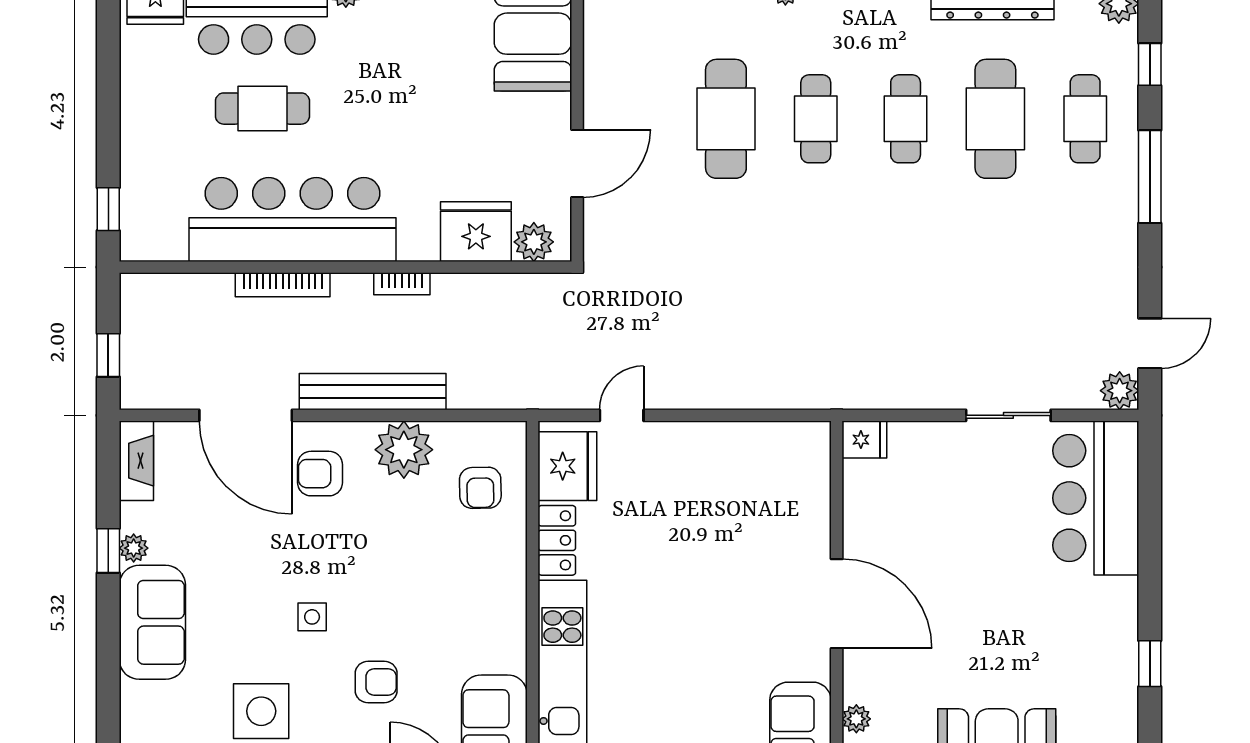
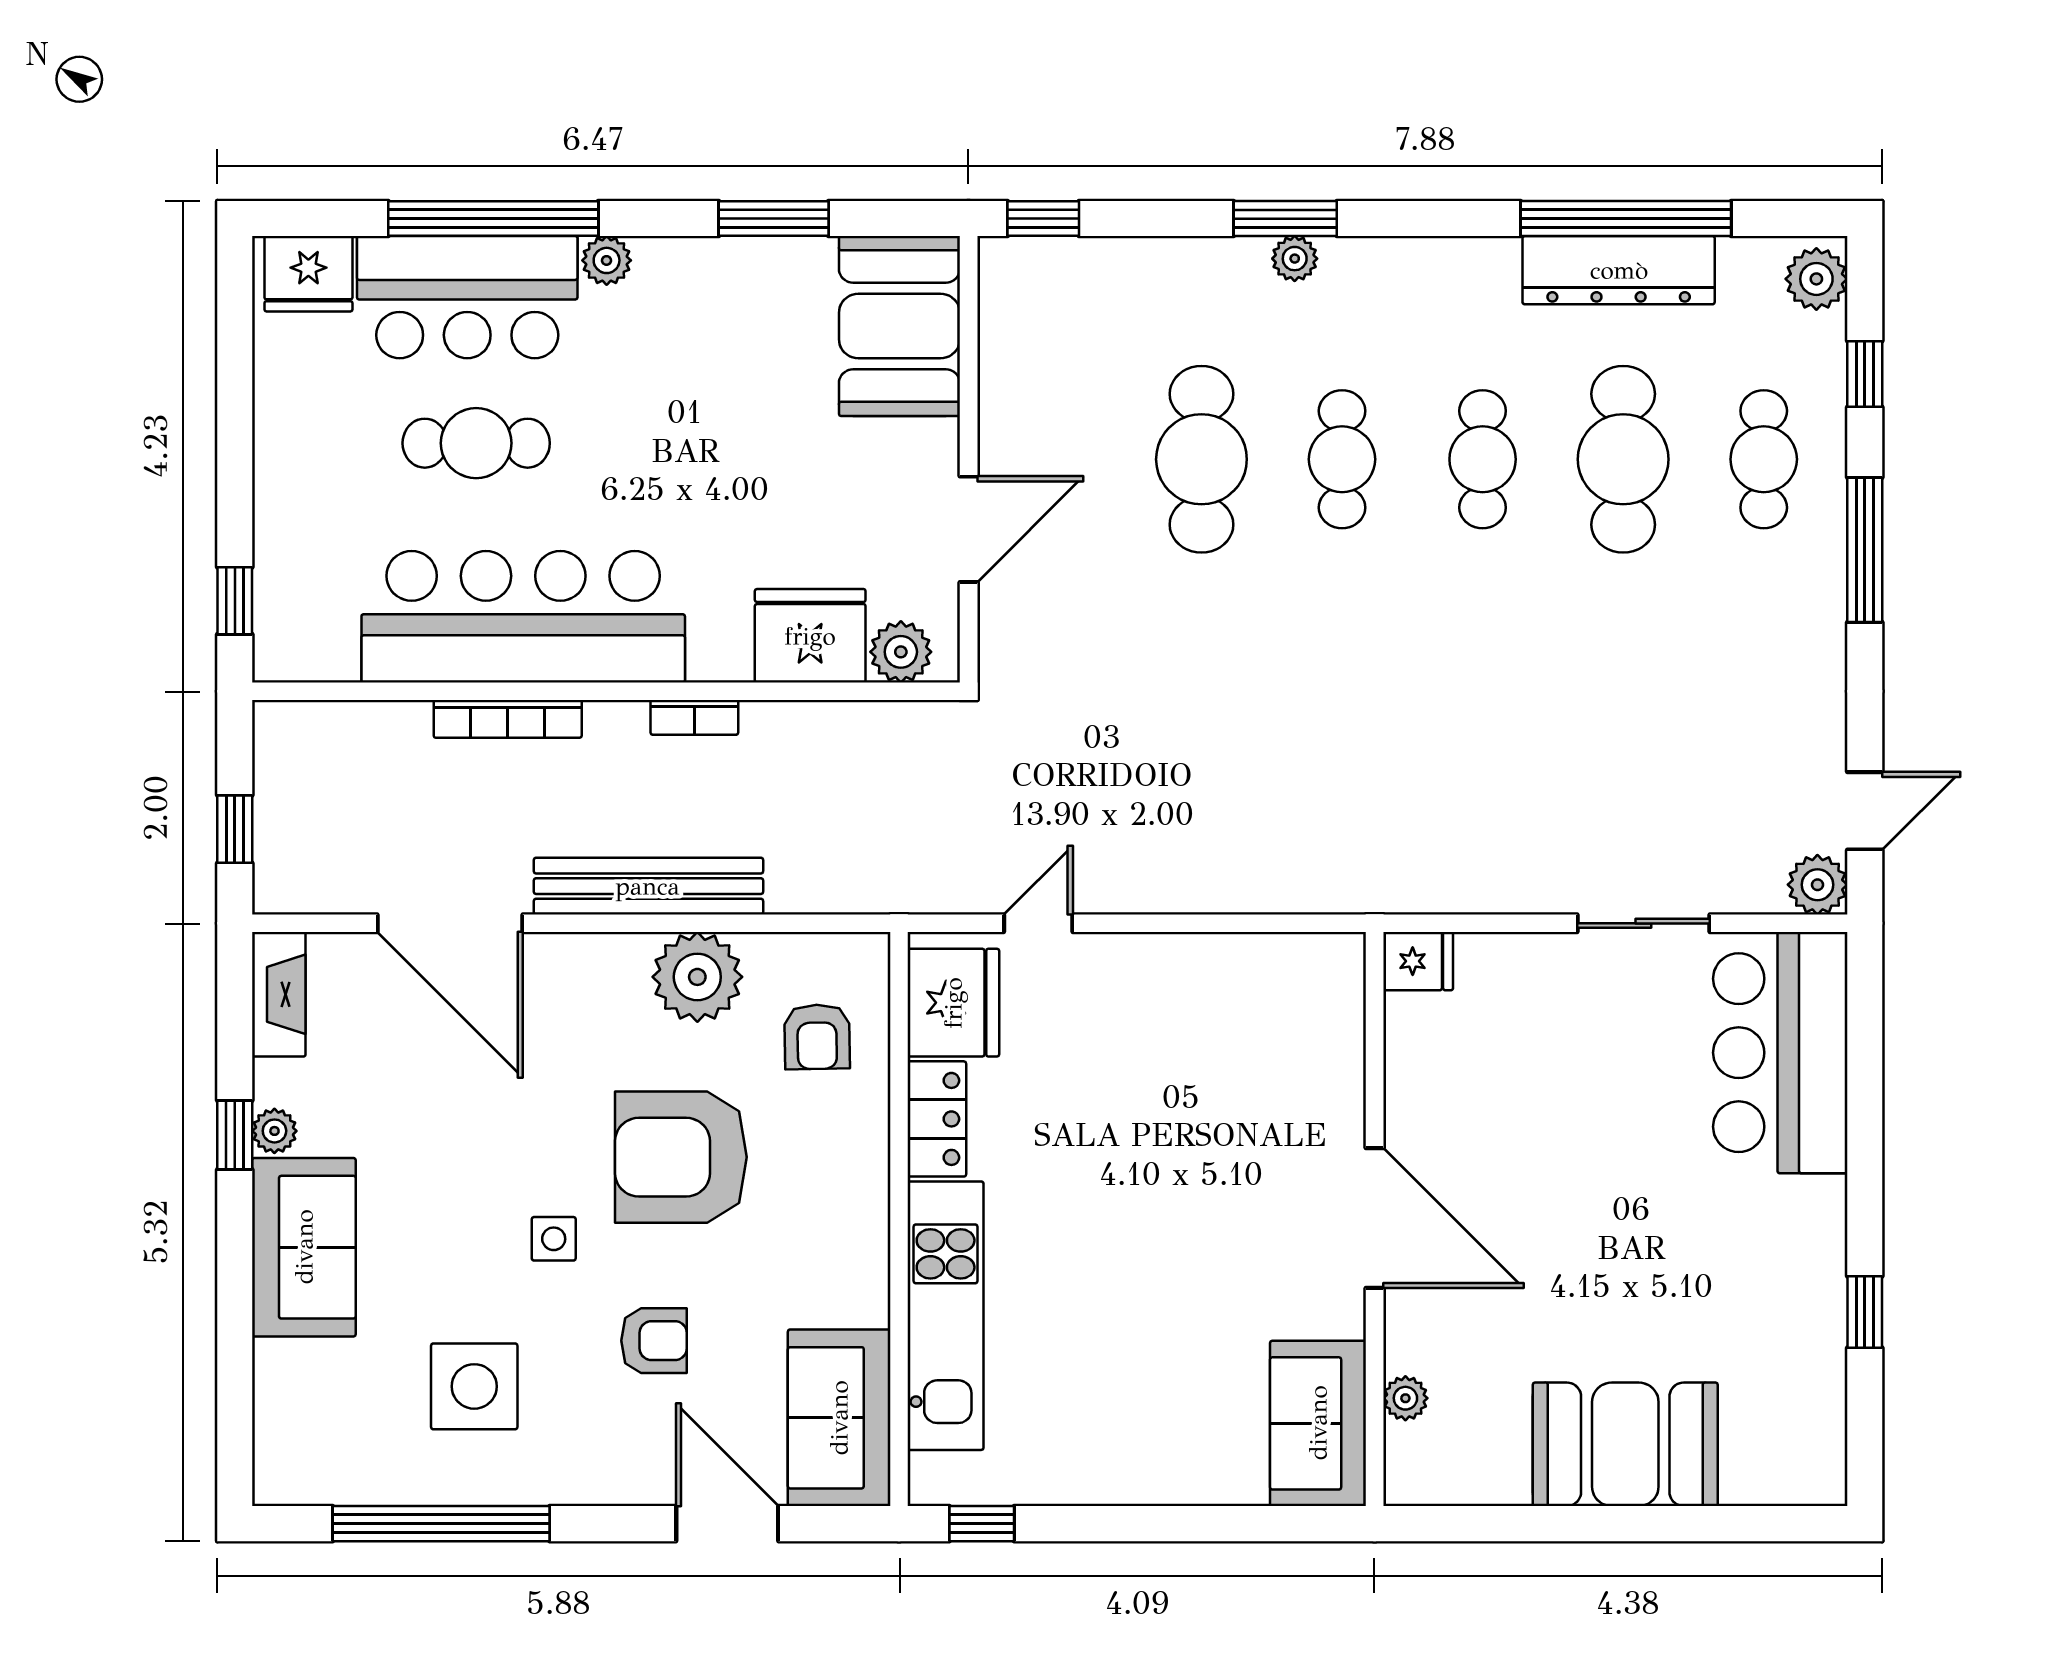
armchair: (320, 474) -> (681, 1157), moved, width x1.88, depth x1.88

